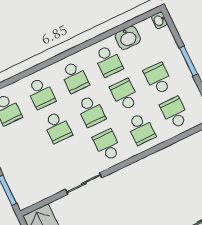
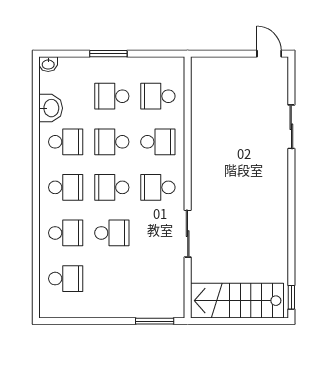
school desk: (91, 111) -> (112, 187), turned 180

